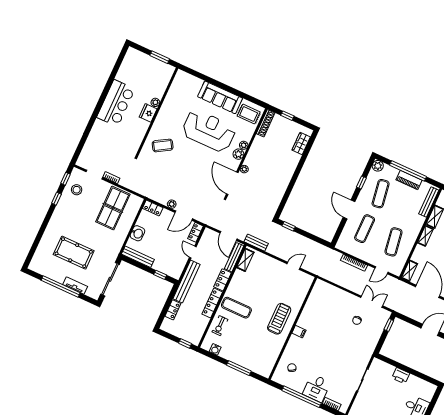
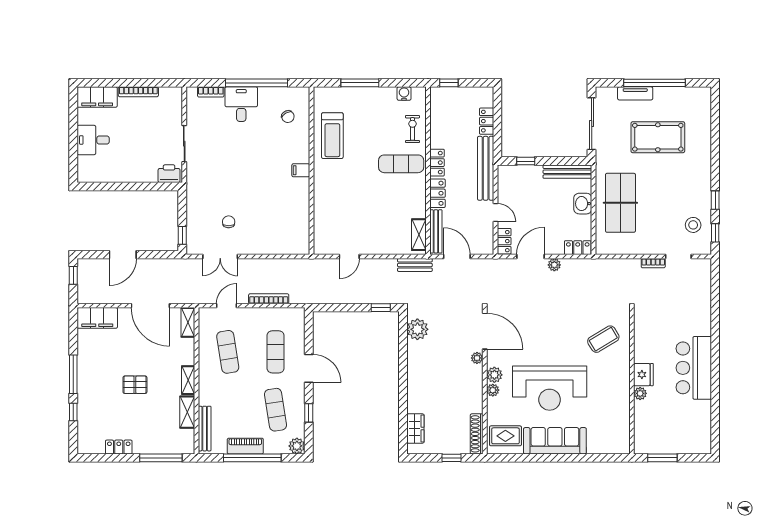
plant: (272, 203) -> (417, 329), added
table tennis table: (113, 208) -> (620, 203), moved
locker: (212, 303) -> (437, 163), width x0.66
treadmill: (279, 319) -> (332, 136), moved
printer: (401, 376) -> (169, 174), moved

